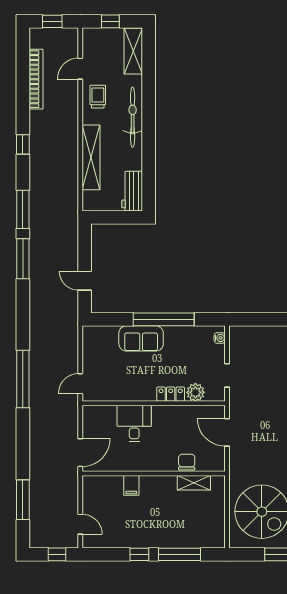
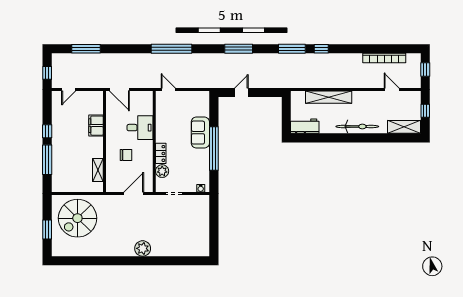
trolley: (98, 97) -> (372, 102), removed
window: (23, 144) -> (321, 49), moved
window: (23, 259) -> (239, 49), moved
chair: (187, 462) -> (126, 155), moved
filing cabinet: (131, 485) -> (96, 126), width x2.00

